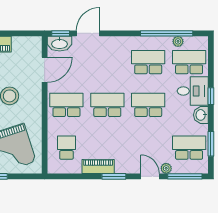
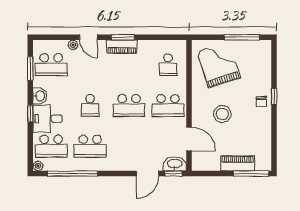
plant: (178, 41) -> (38, 166), moved
door: (45, 70) -> (189, 139), swing flipped
school desk: (148, 105) -> (90, 105), width x0.54
piano: (98, 167) -> (122, 47), moved
window: (185, 176) -> (55, 37), removed

